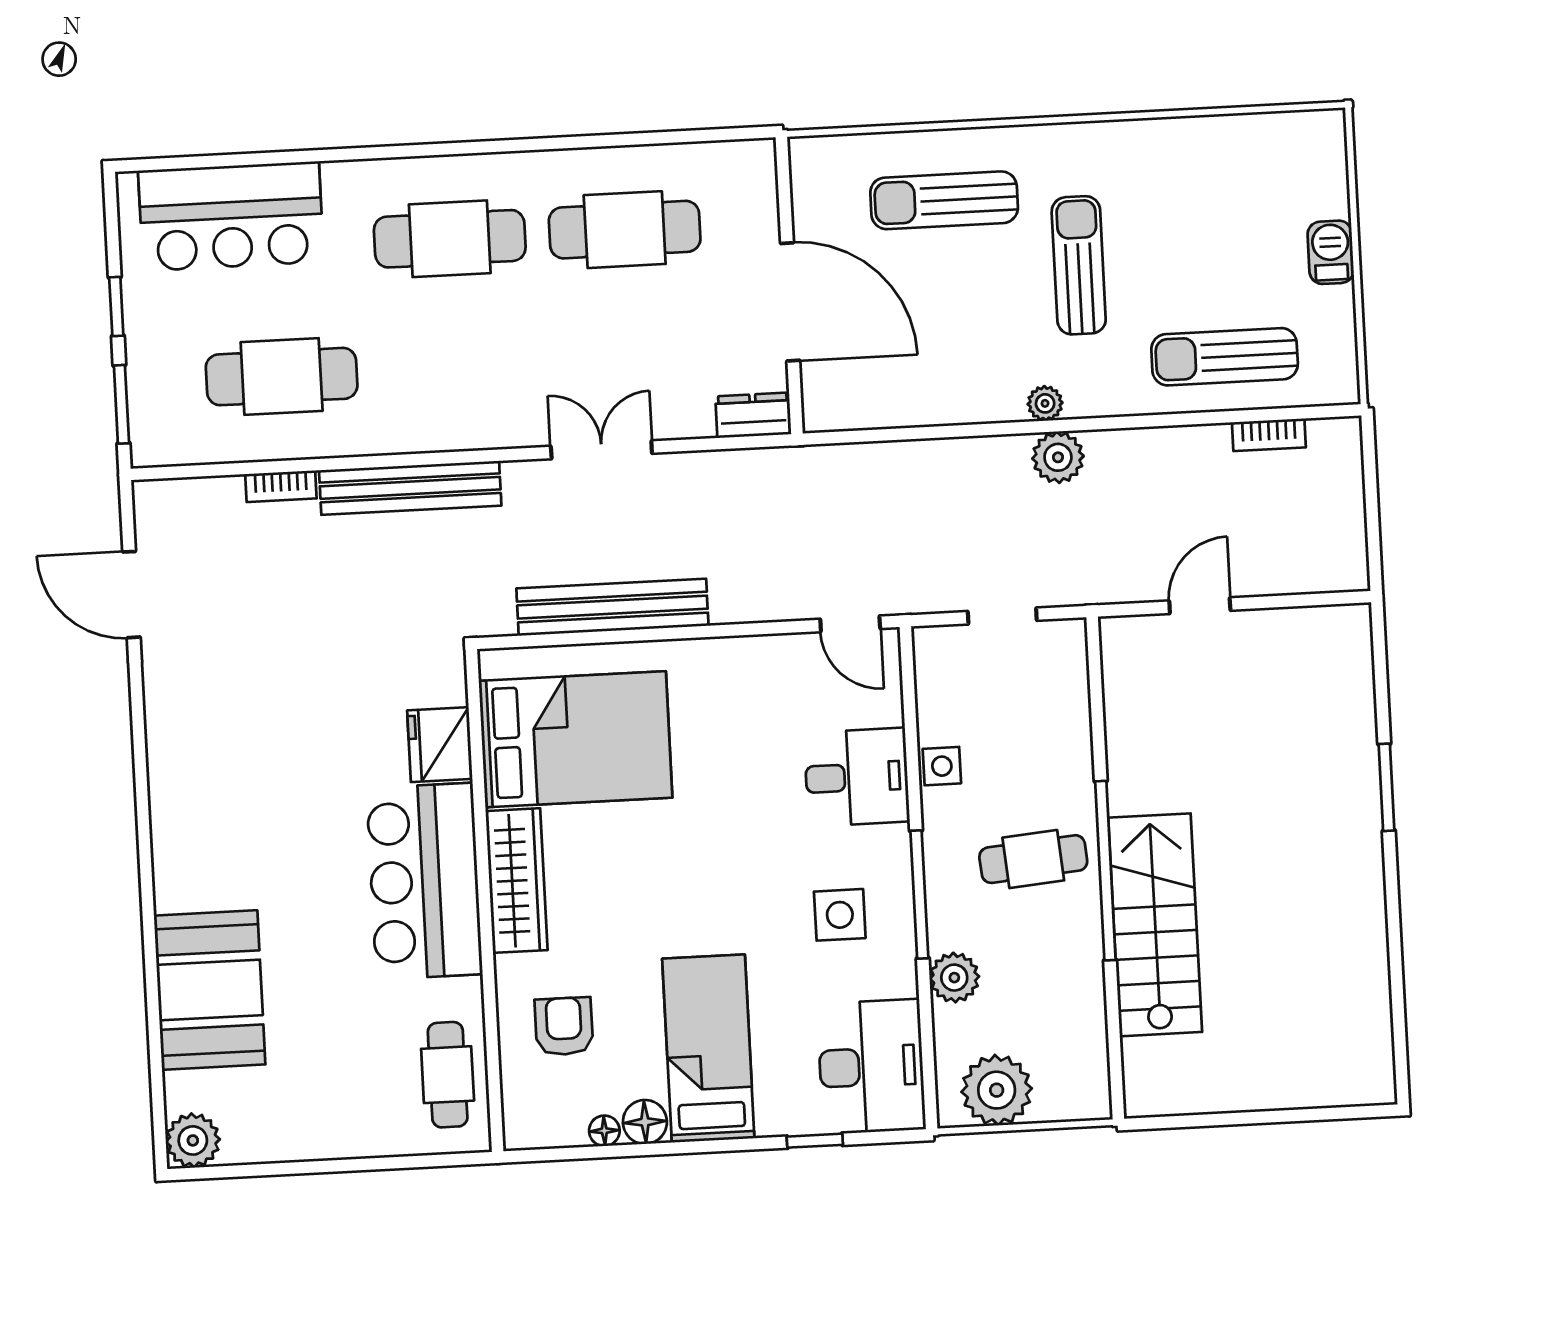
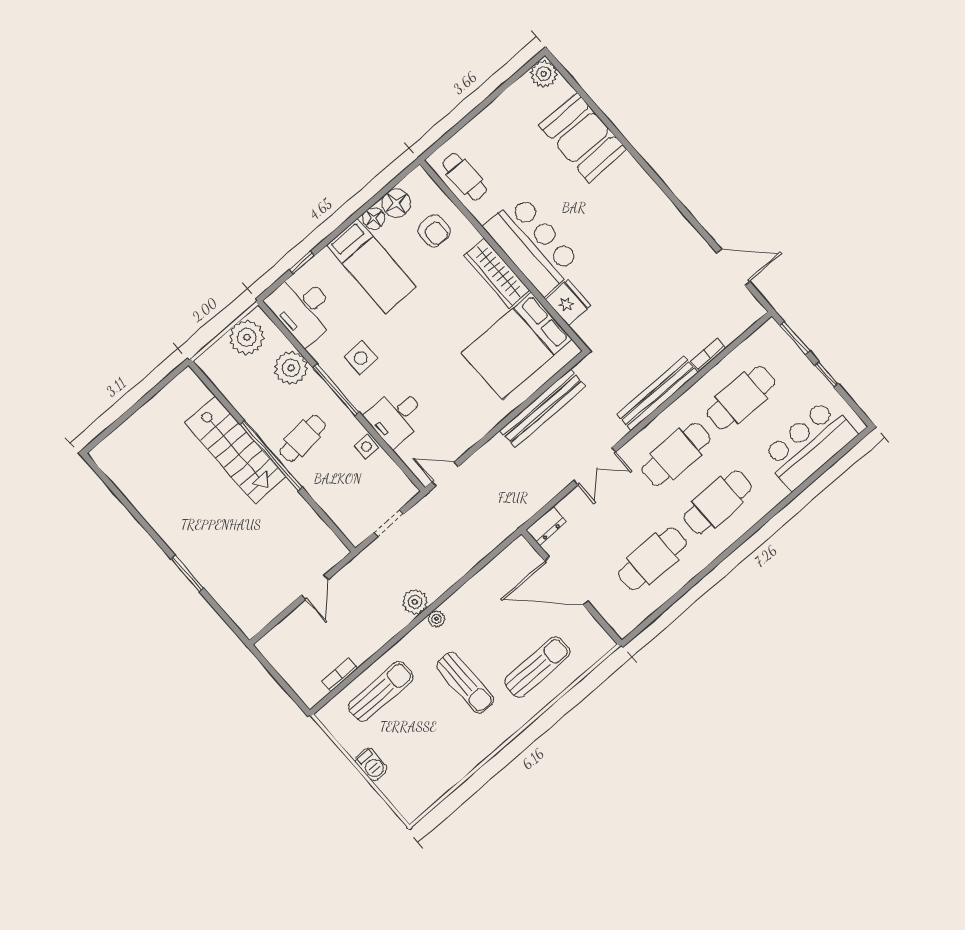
cafe table: (456, 367) -> (676, 454), added
plant: (954, 978) -> (291, 368), width x1.36, depth x1.36
floor lamp: (604, 1131) -> (396, 203), width x1.89, depth x1.89

